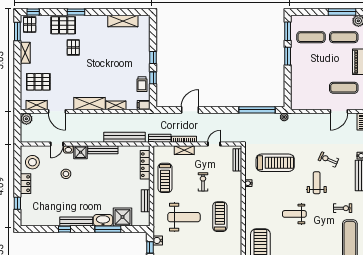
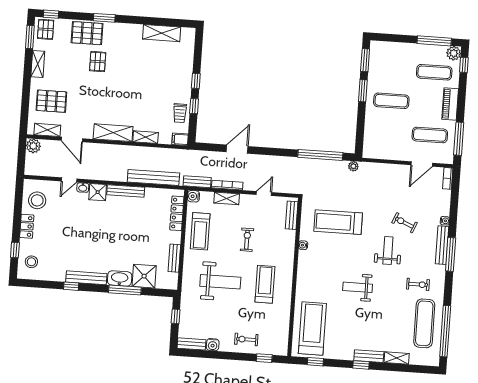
exercise mat: (311, 37) -> (391, 101), moved
treadmill: (275, 163) -> (338, 222), turned 180
stool: (66, 174) -> (31, 262), moved
water cooler: (158, 240) -> (194, 196), moved

